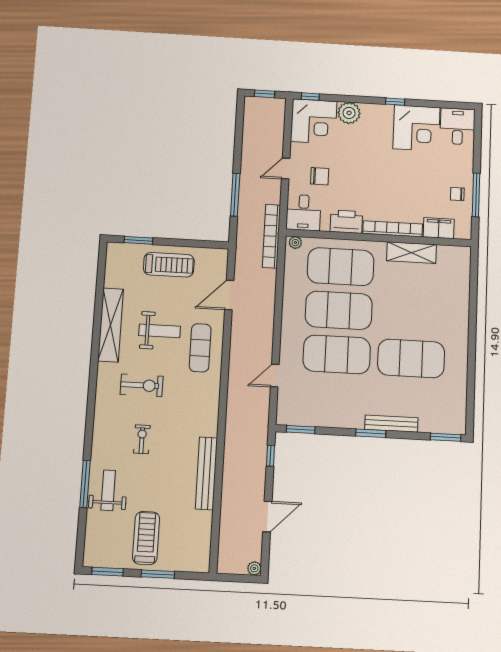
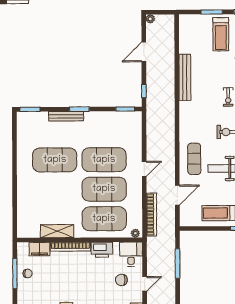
bookcase: (271, 236) -> (151, 215), moved
door: (275, 376) -> (144, 169), moved

